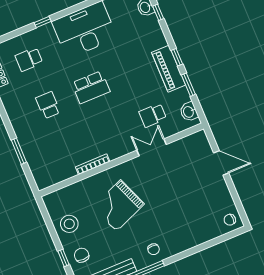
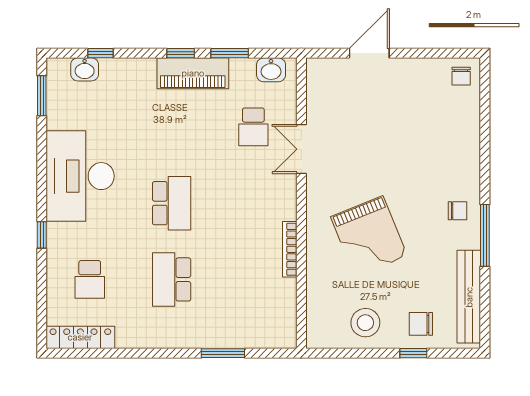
school desk: (48, 105) -> (172, 279), width x1.85

